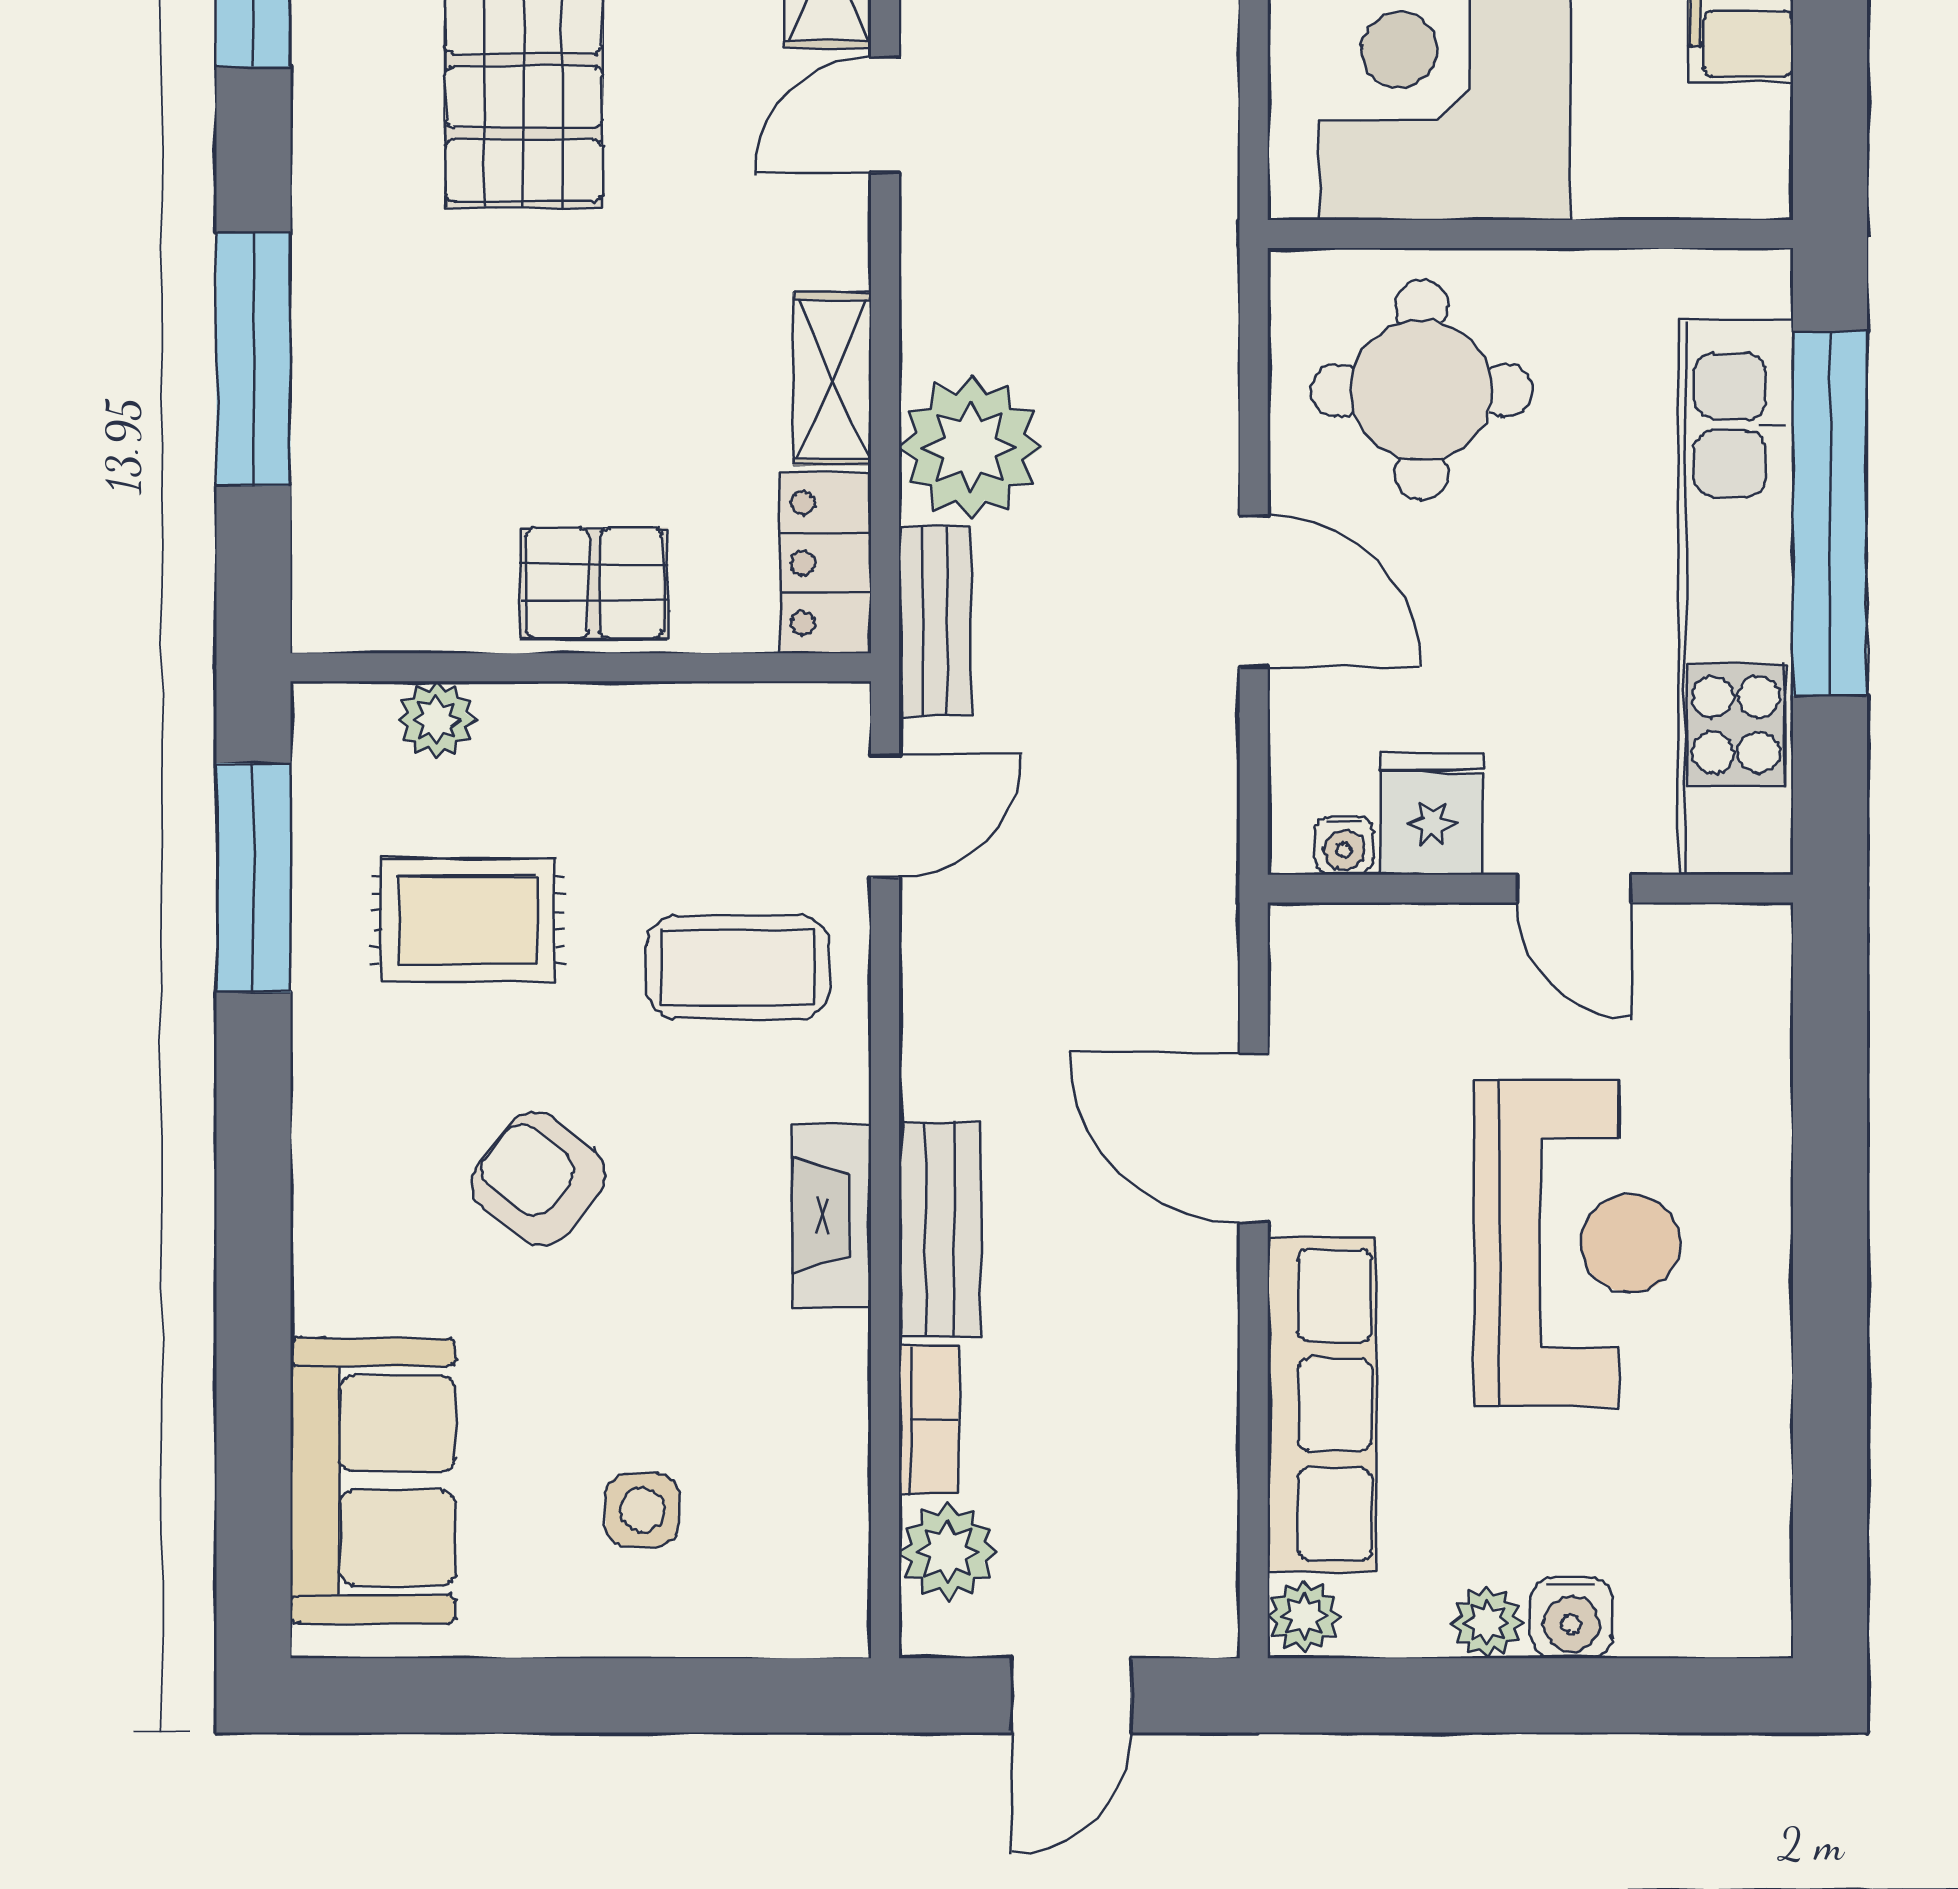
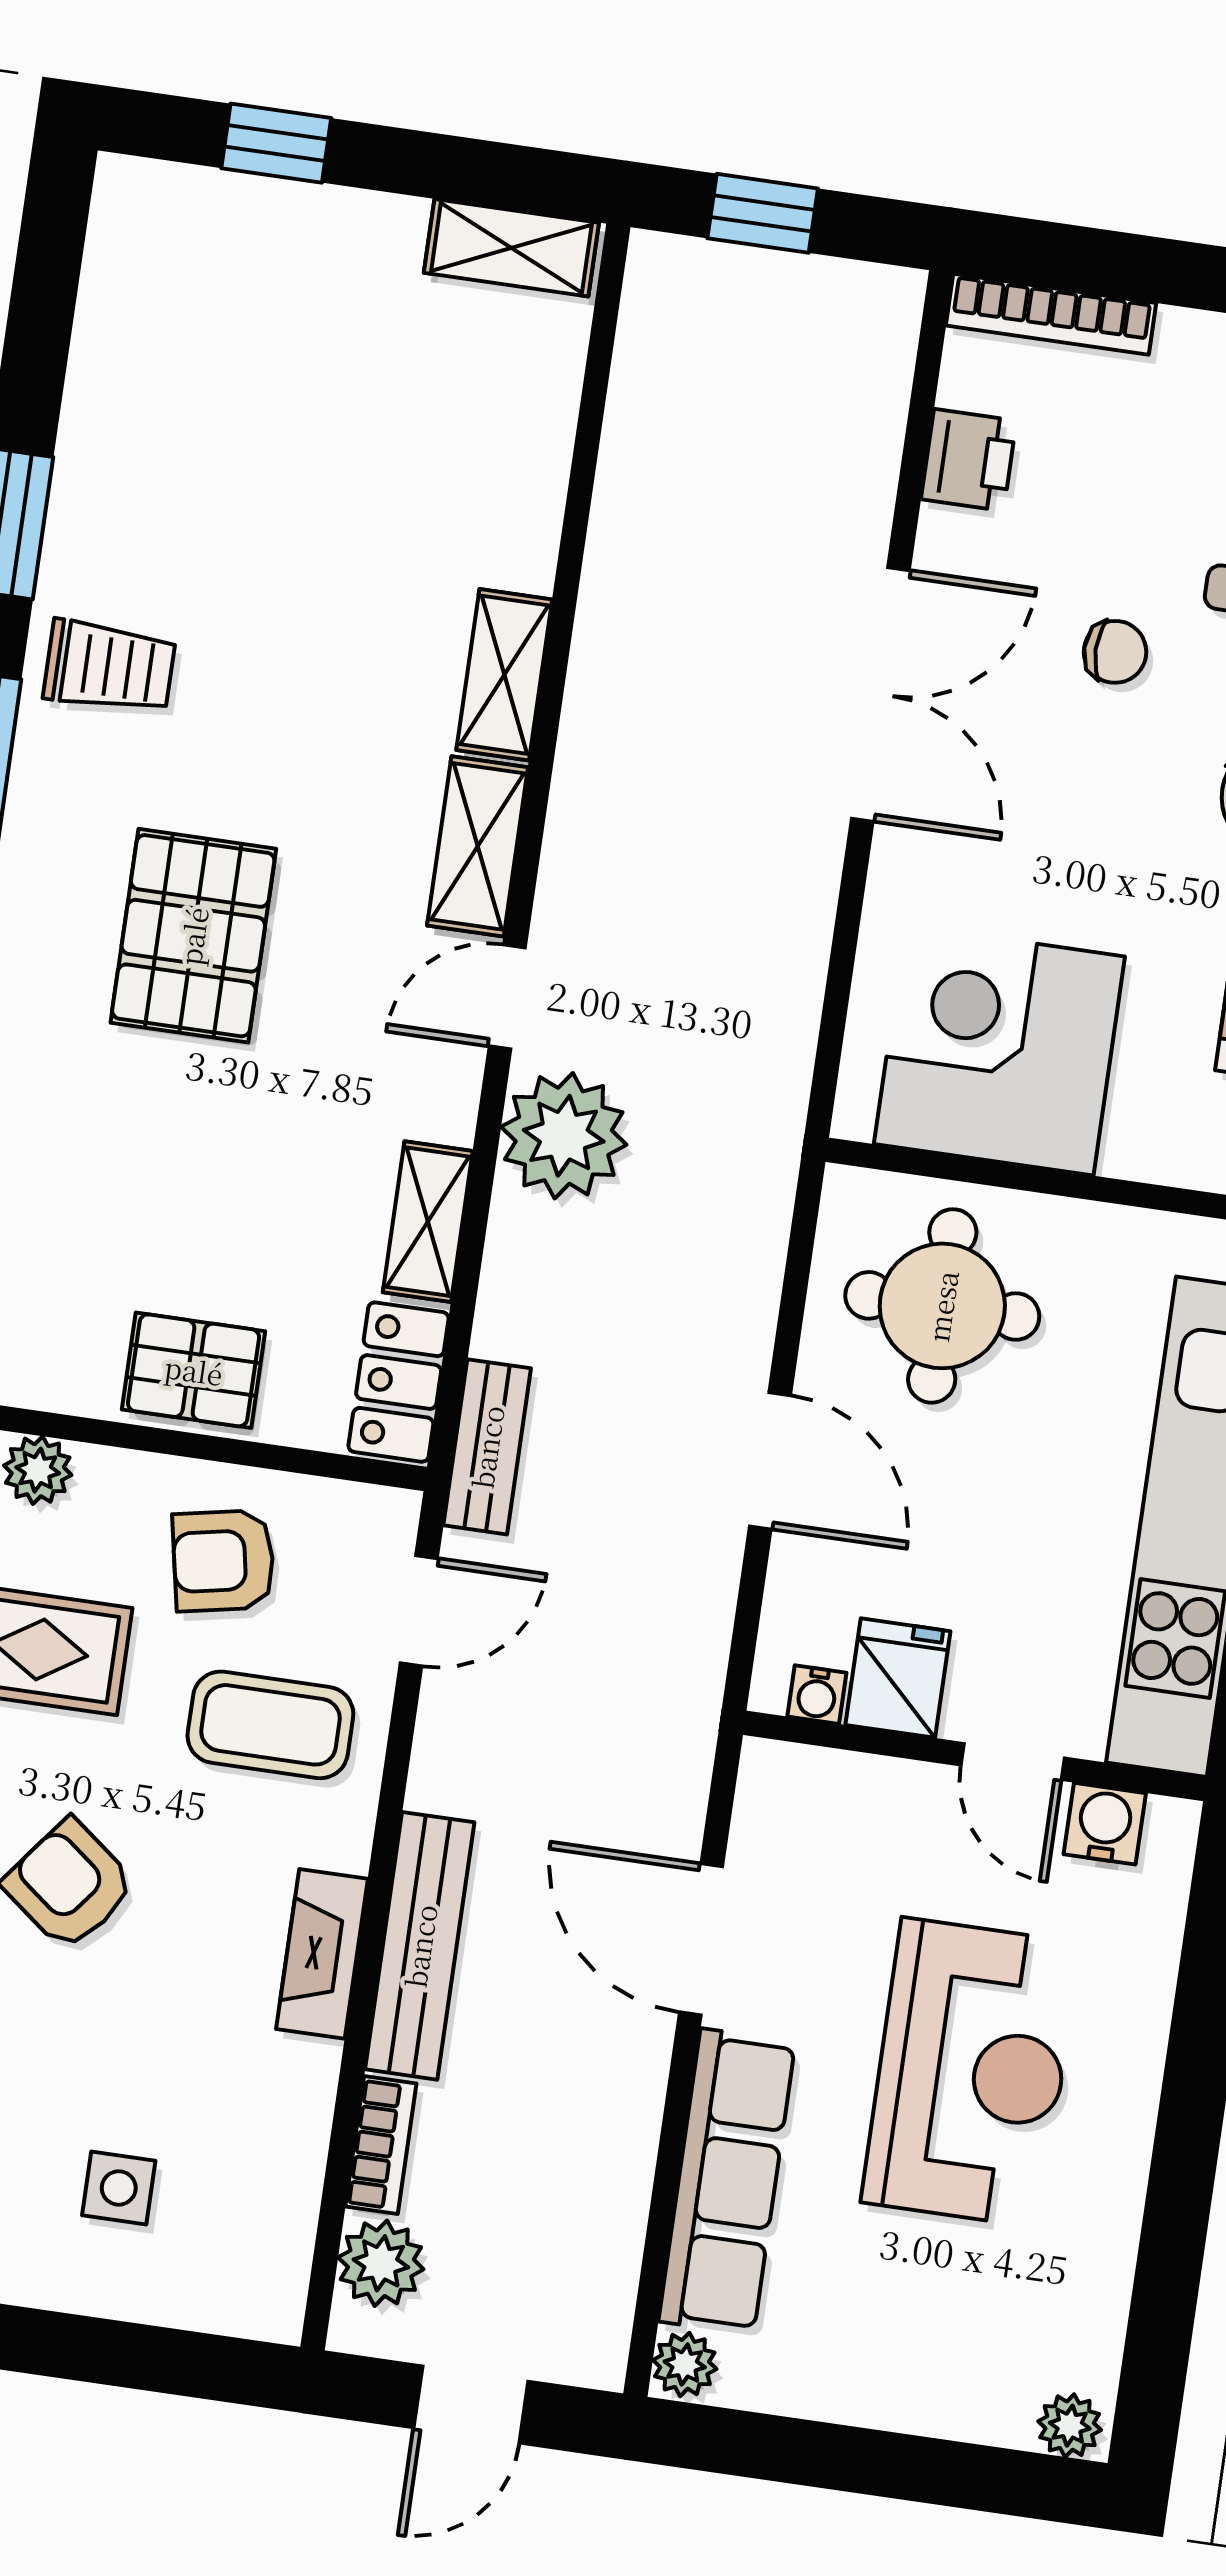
plant: (971, 447) -> (564, 1136), moved
armchair: (658, 791) -> (223, 1561), added
bench: (940, 1230) -> (420, 1946), width x1.36
water cooler: (1571, 1618) -> (1105, 1824), moved, turned 180
plant: (1487, 1623) -> (1070, 2426), moved

